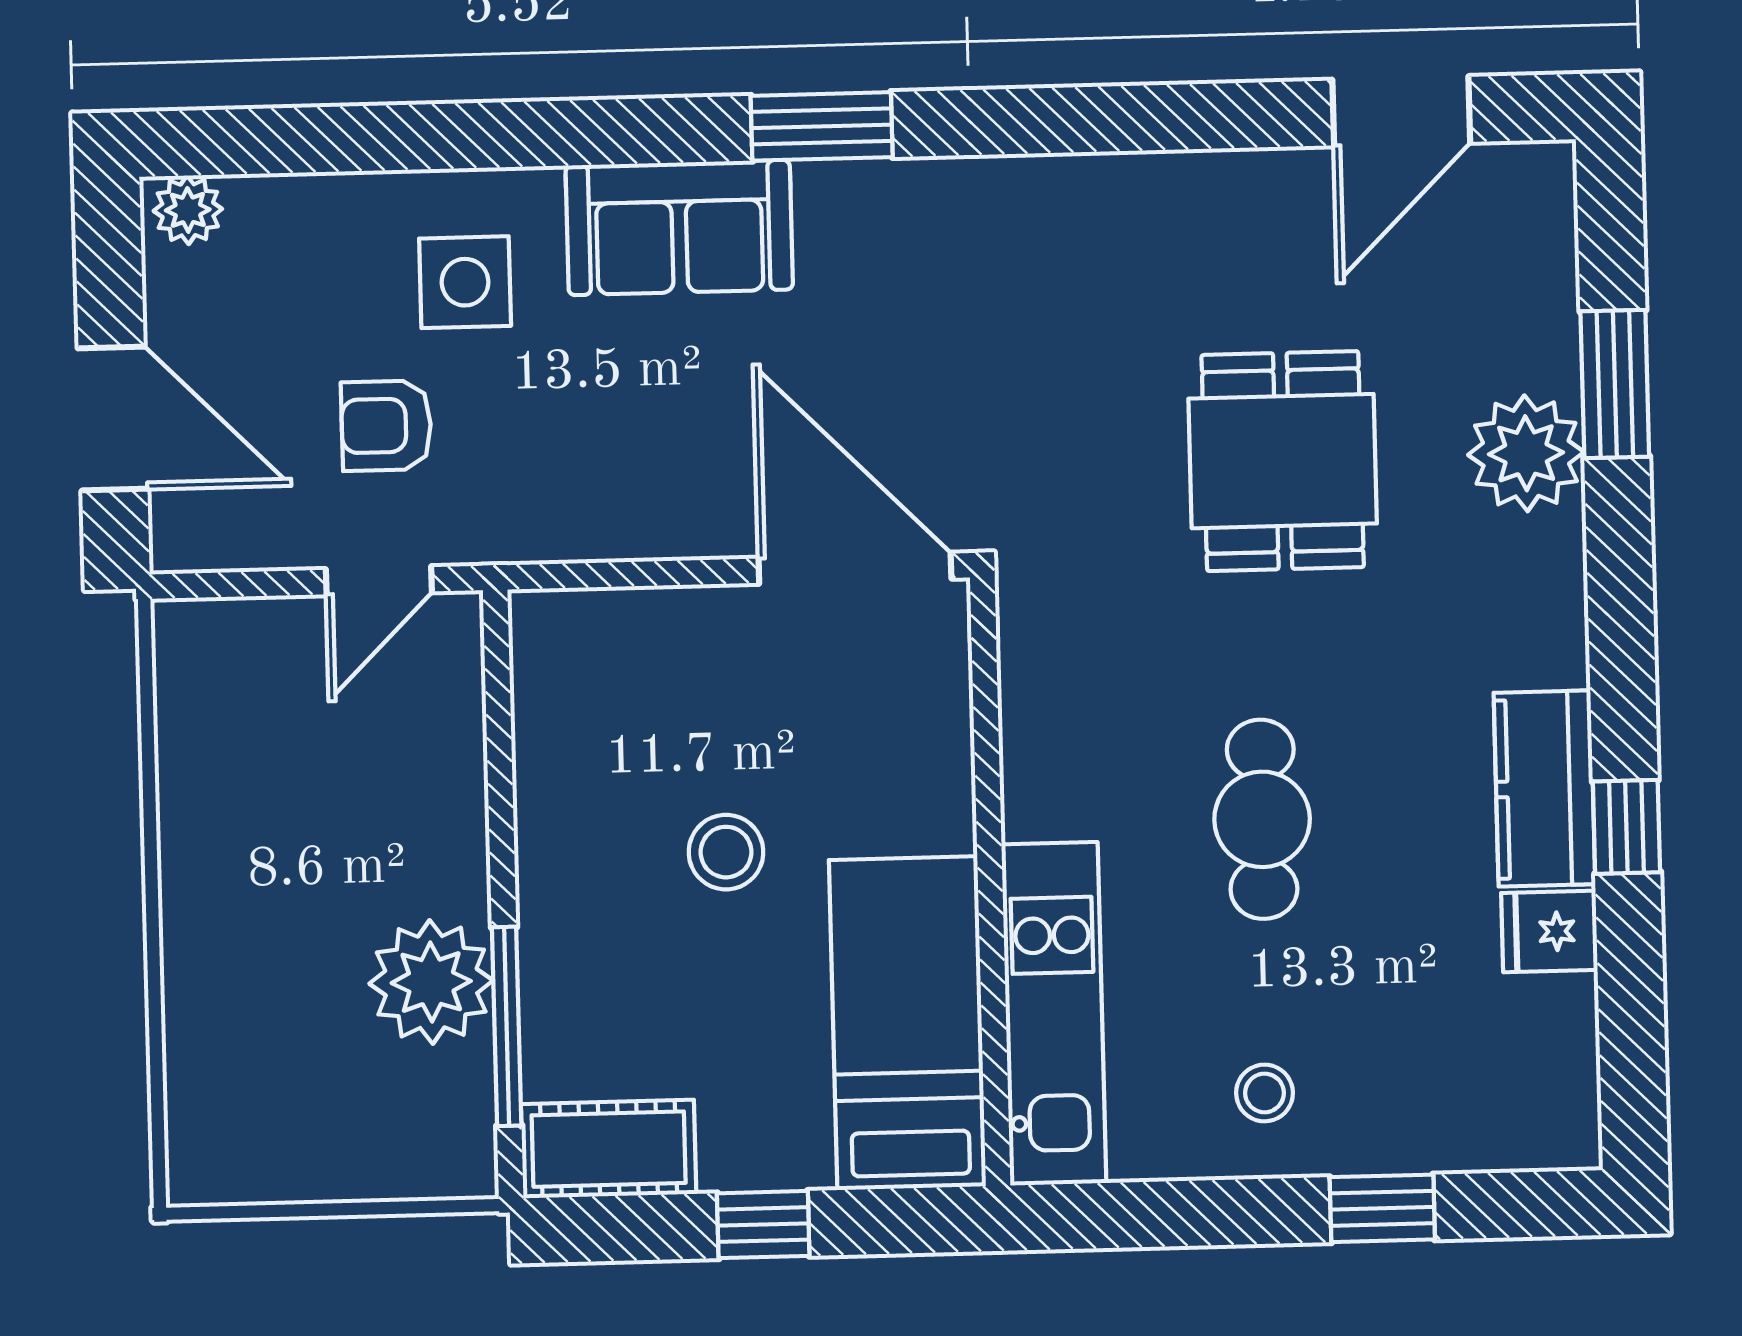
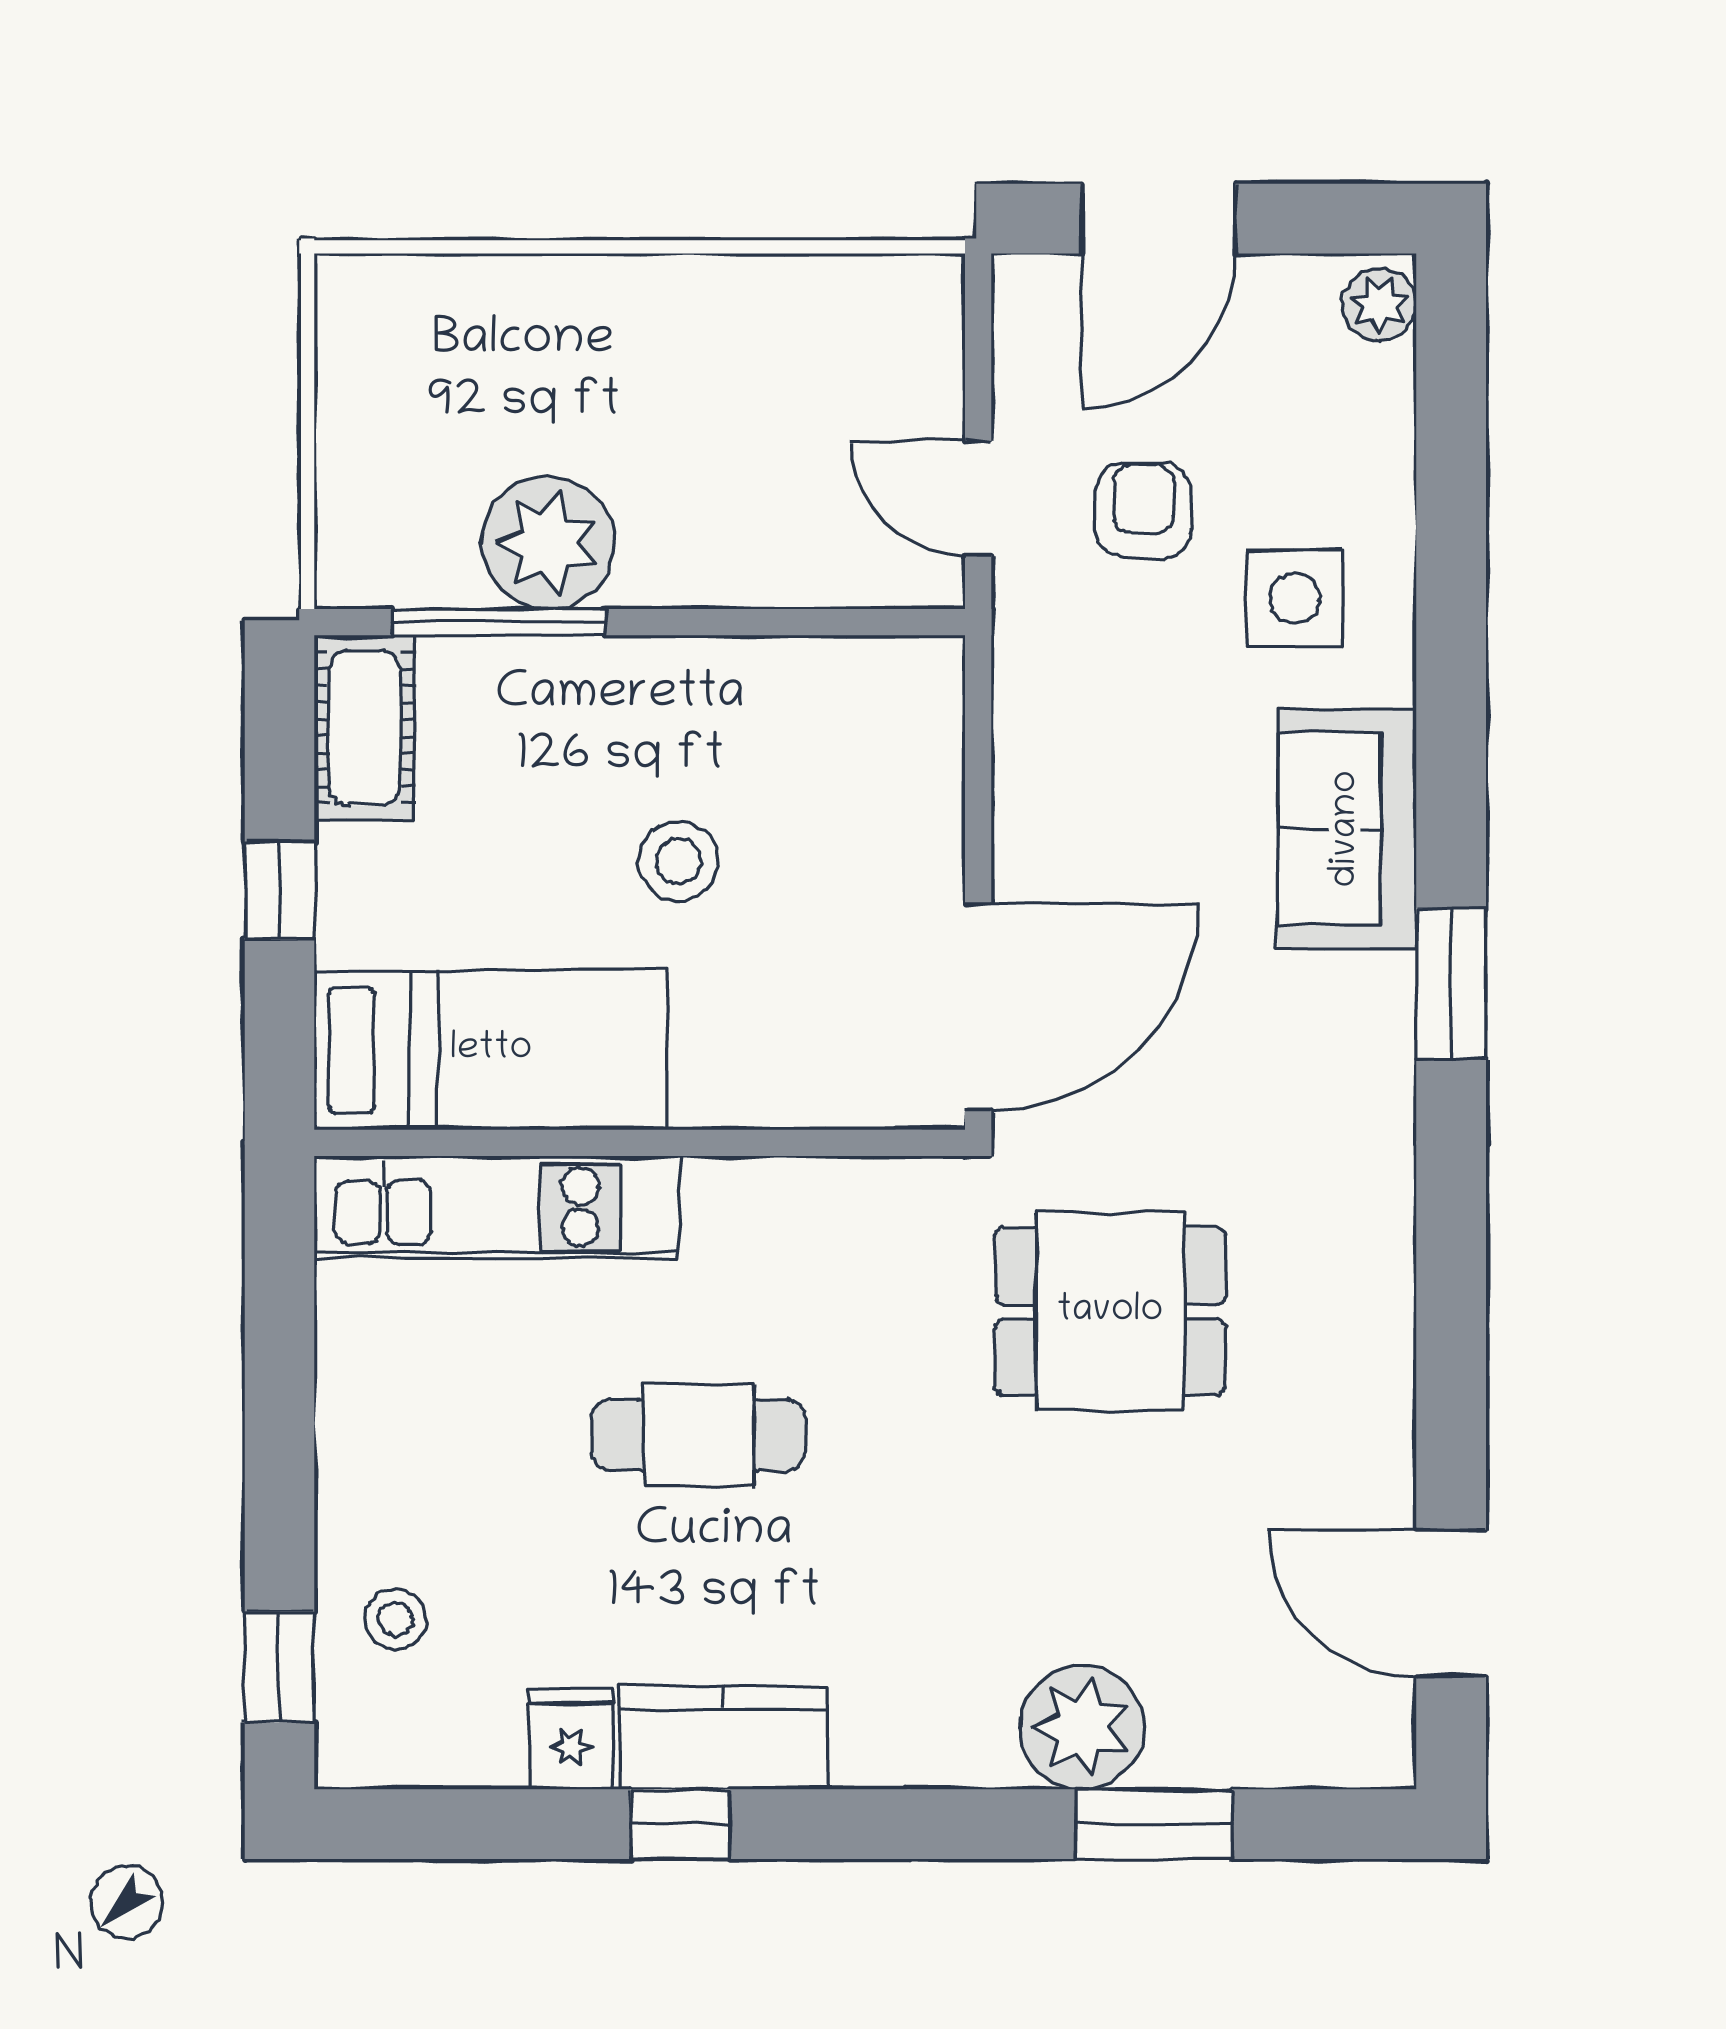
dining table: (1283, 461) -> (1110, 1312), moved
stool: (1265, 1093) -> (396, 1619), moved
window: (1382, 1208) -> (279, 1667), moved

